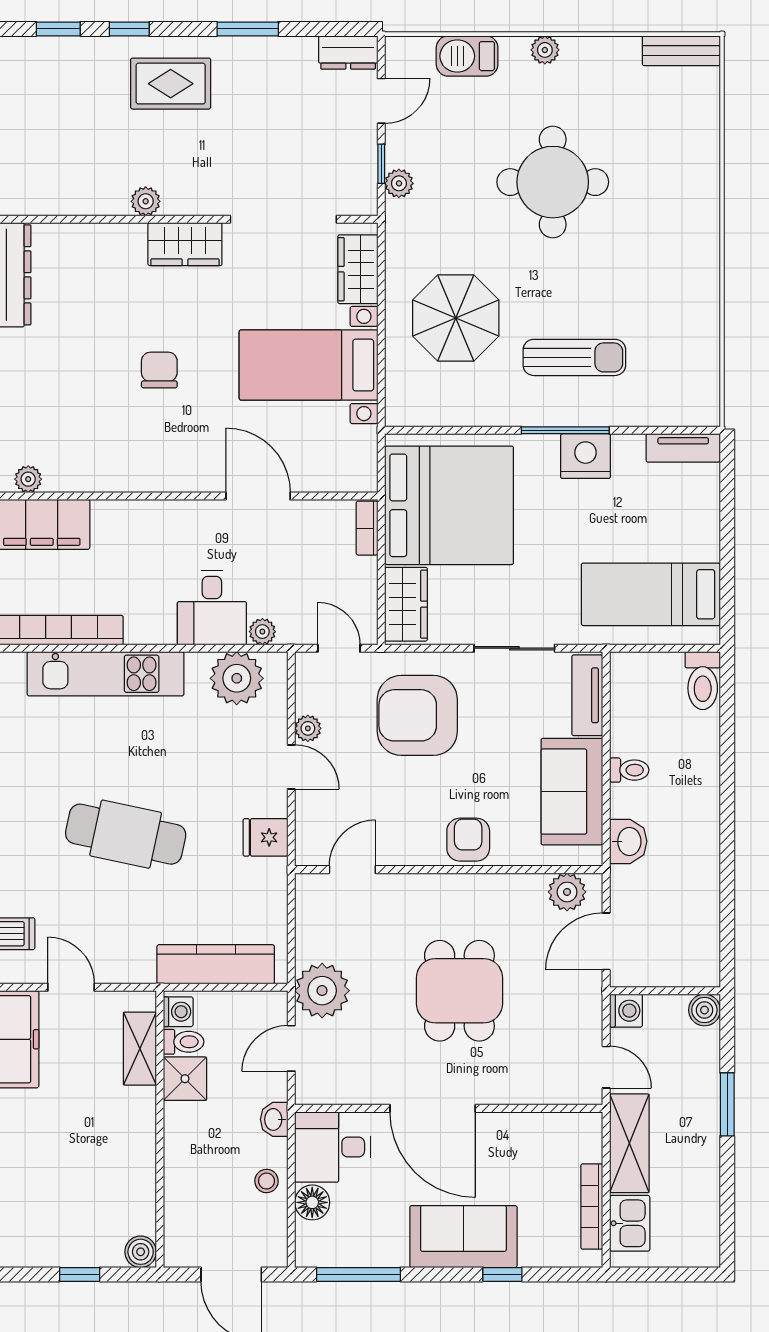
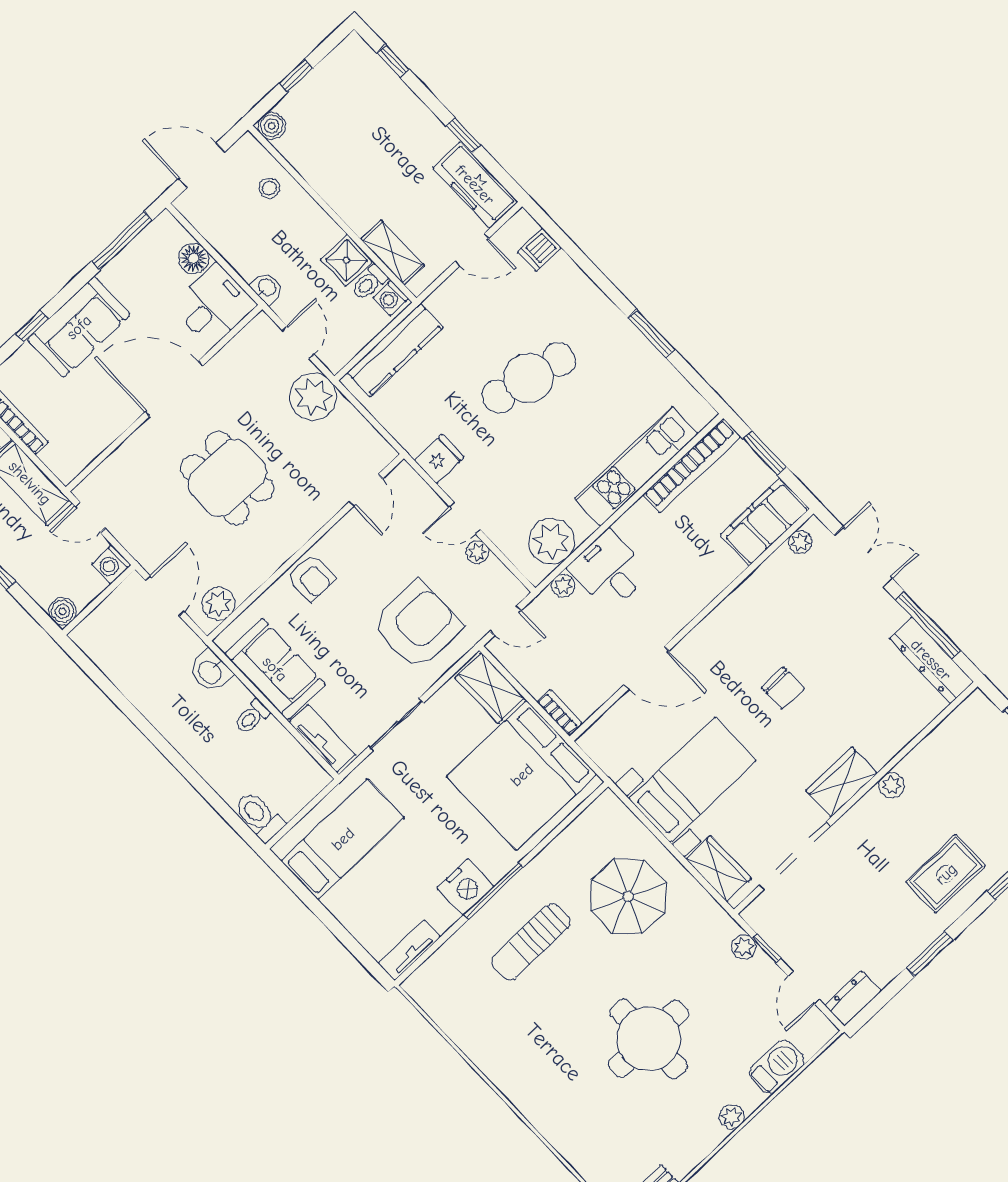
stool: (266, 1181) -> (269, 188), moved

